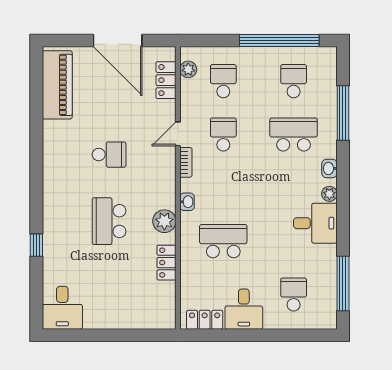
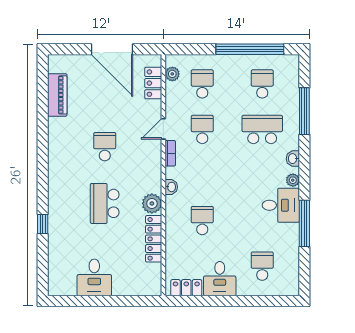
piano: (57, 85) -> (57, 95), width x0.73, depth x0.75
school desk: (109, 155) -> (105, 147), turned -90
school desk: (223, 241) -> (202, 221), width x0.54
locker: (167, 263) -> (154, 239), width x1.53
window: (343, 284) -> (304, 223), moved
desk: (62, 308) -> (94, 277), moved

